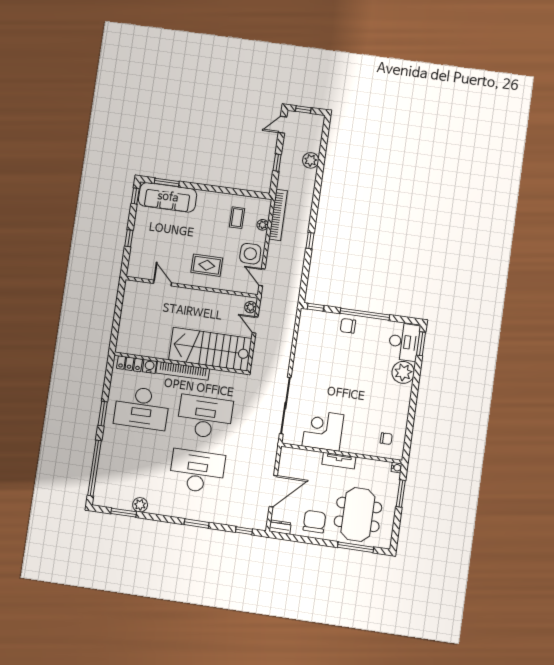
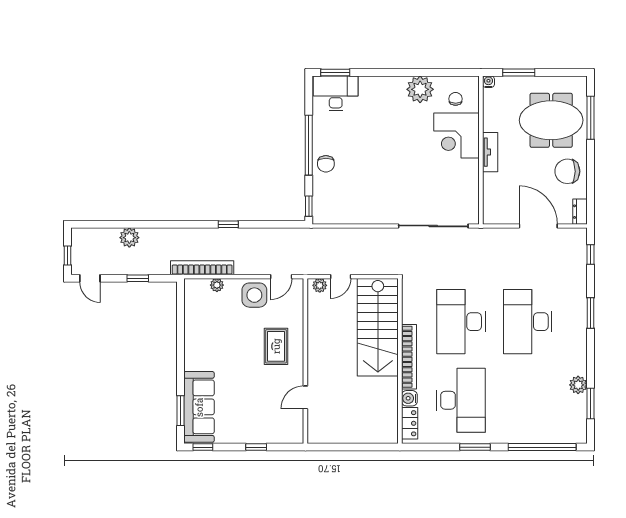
coffee table: (237, 218) -> (212, 318), removed
plant: (403, 372) -> (420, 89), moved
corner desk: (323, 430) -> (457, 136), moved

